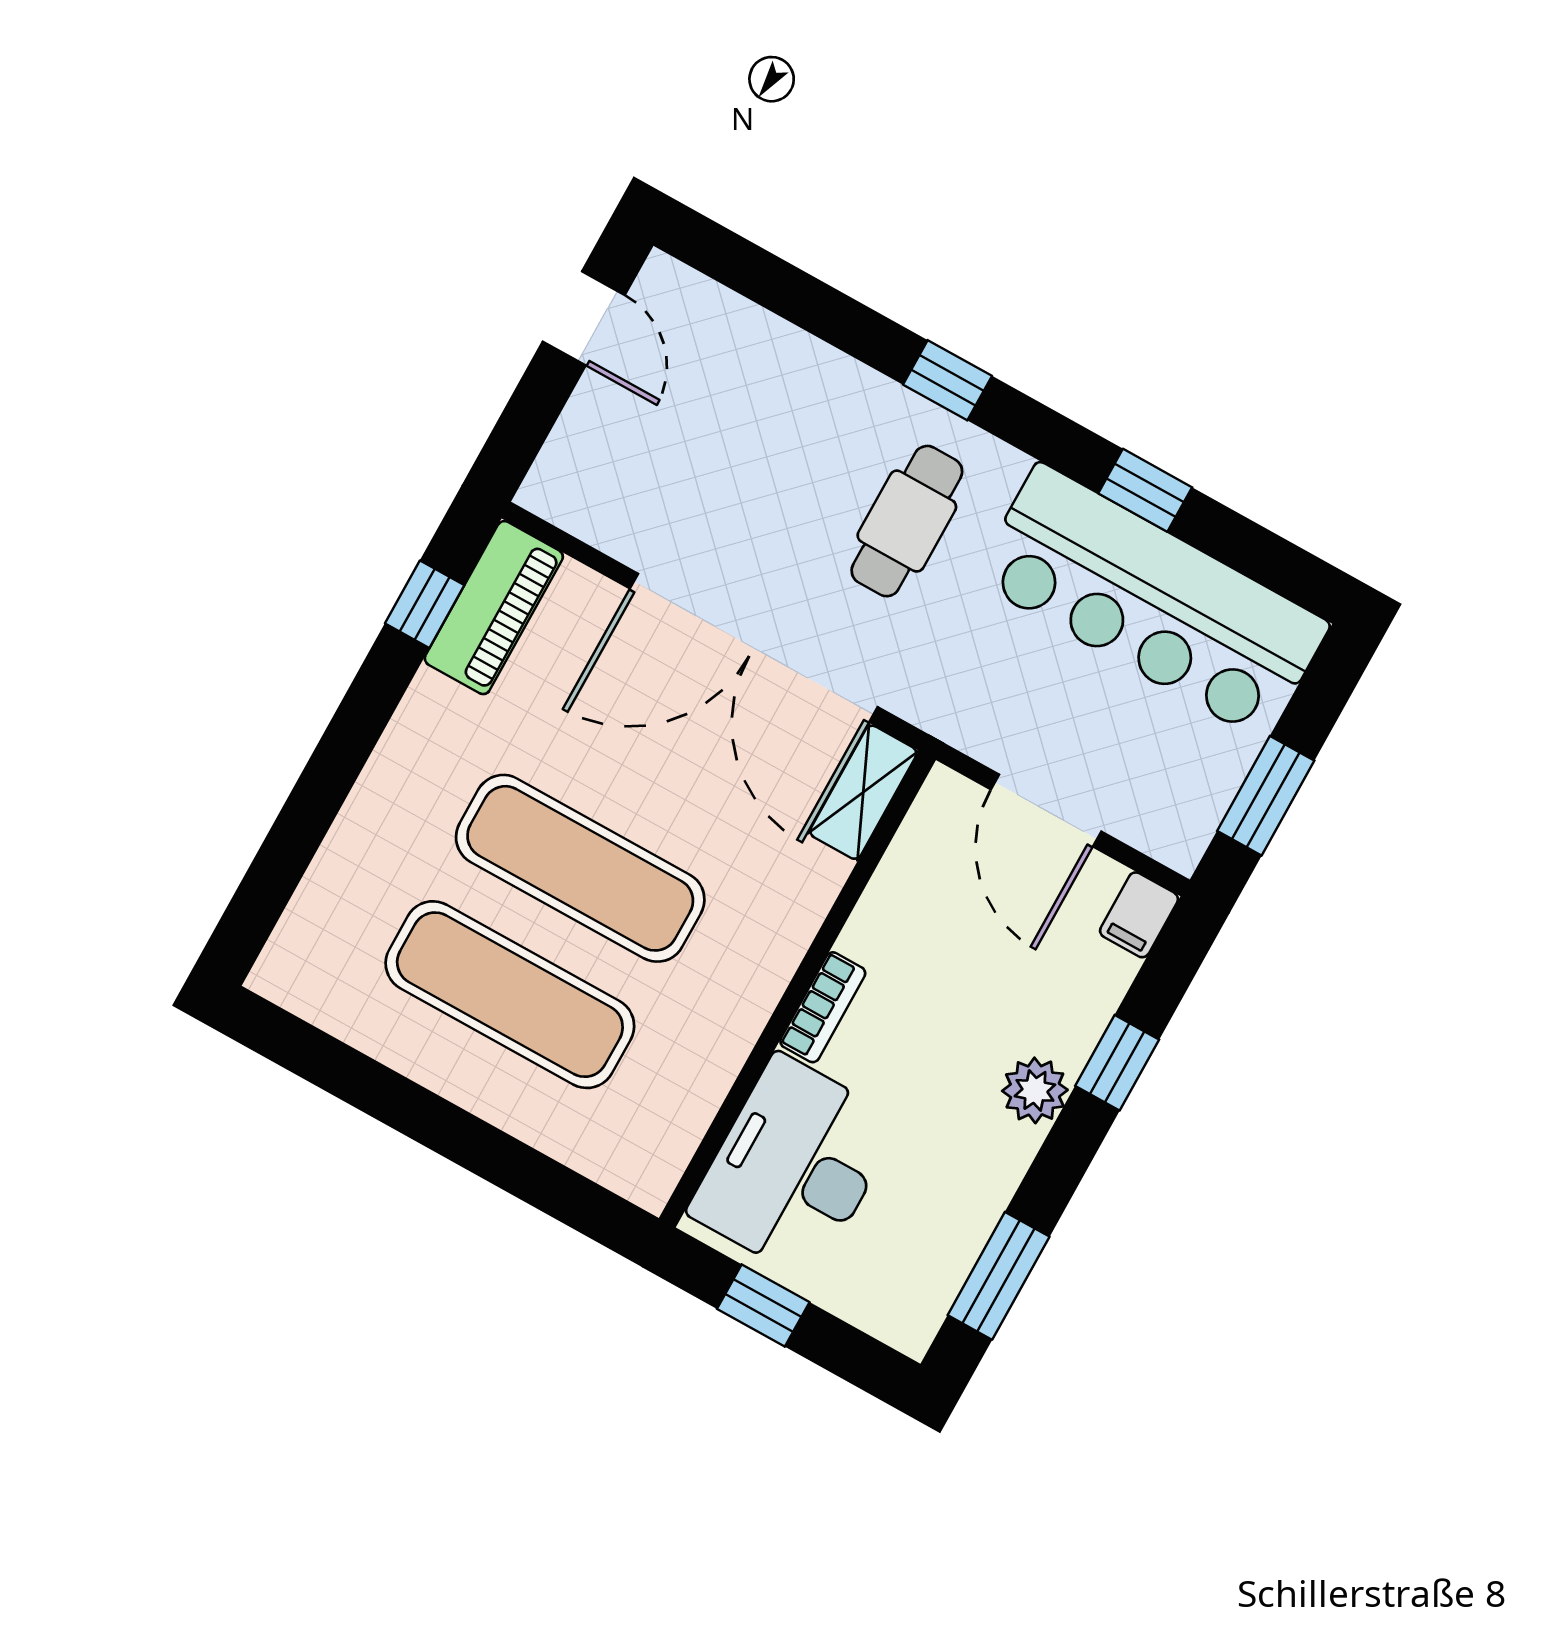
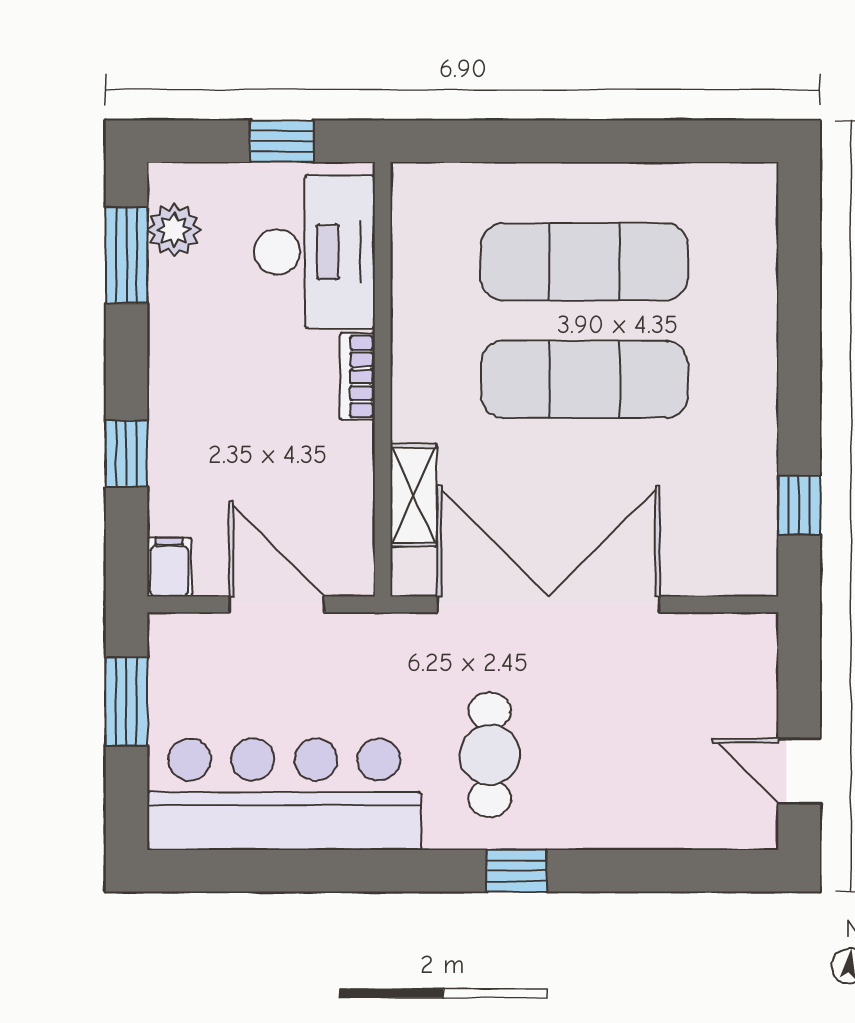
window: (1145, 490) -> (333, 871), removed
piano: (494, 608) -> (749, 530), removed
shelving: (863, 792) -> (413, 495), moved
plant: (1035, 1090) -> (174, 230), moved

